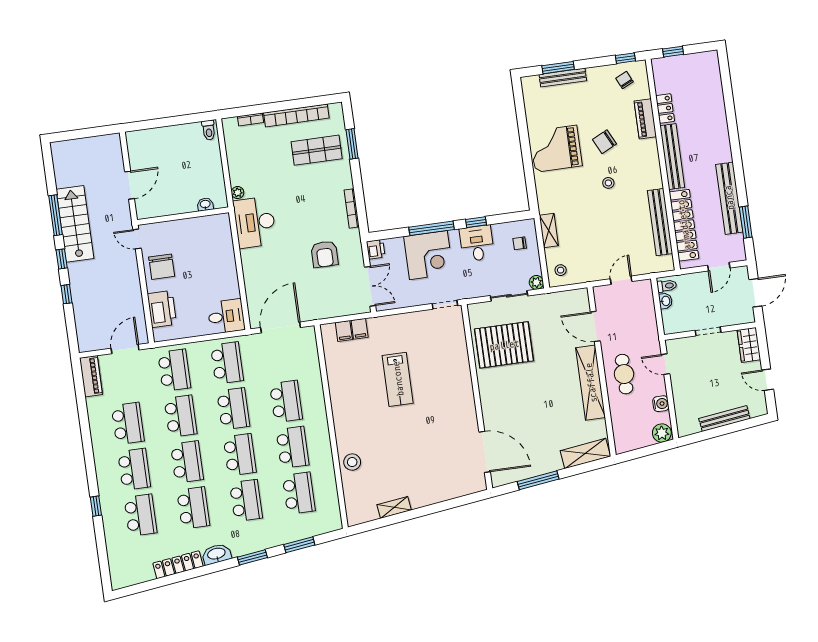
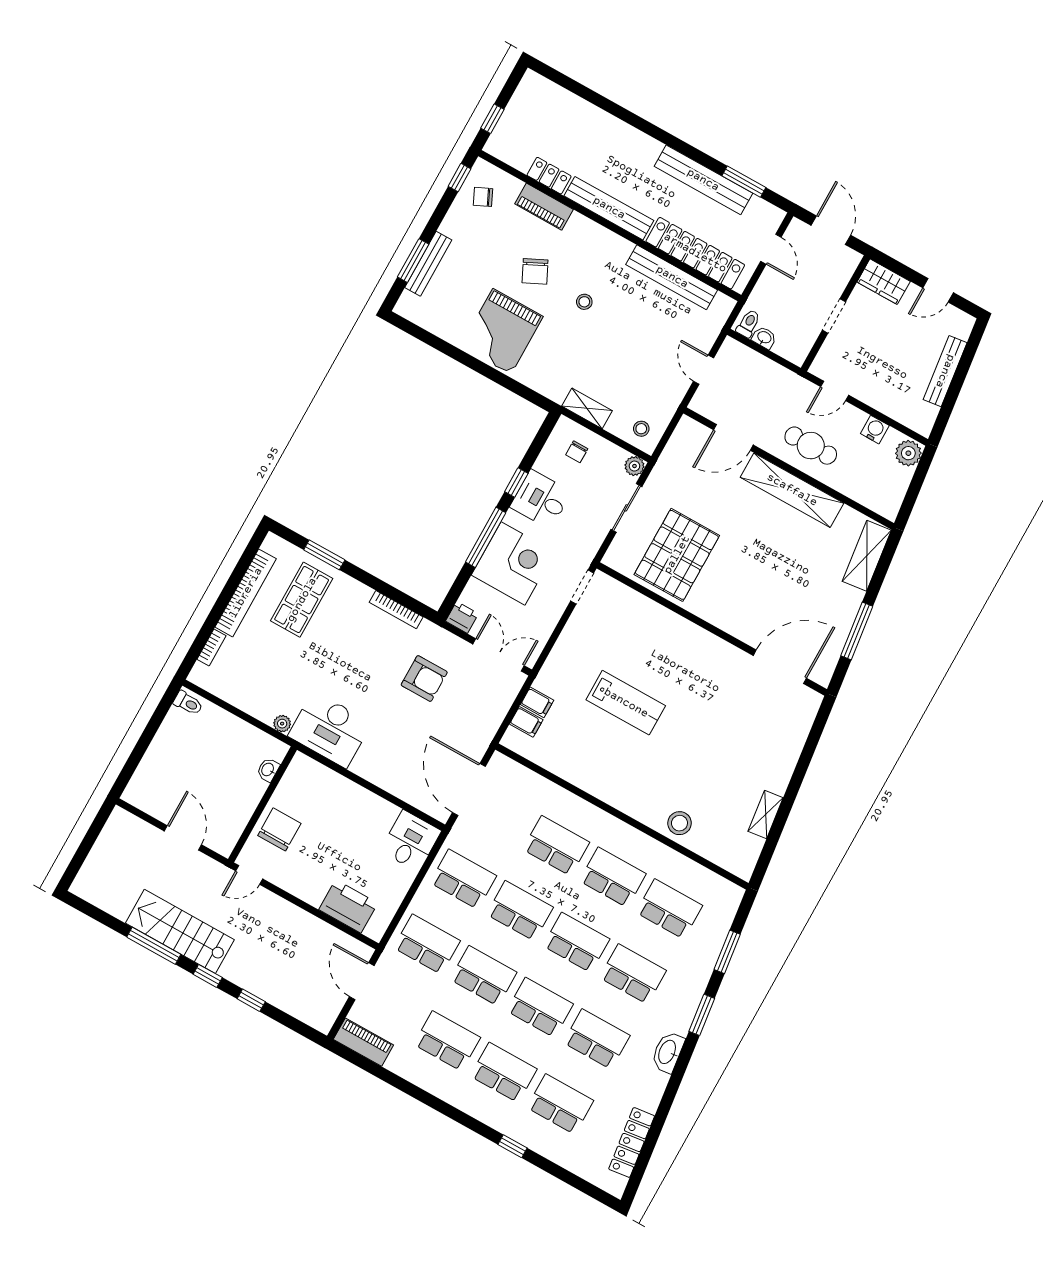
chair: (162, 267) -> (279, 829), moved, turned -90
locker: (178, 565) -> (632, 1142), moved

